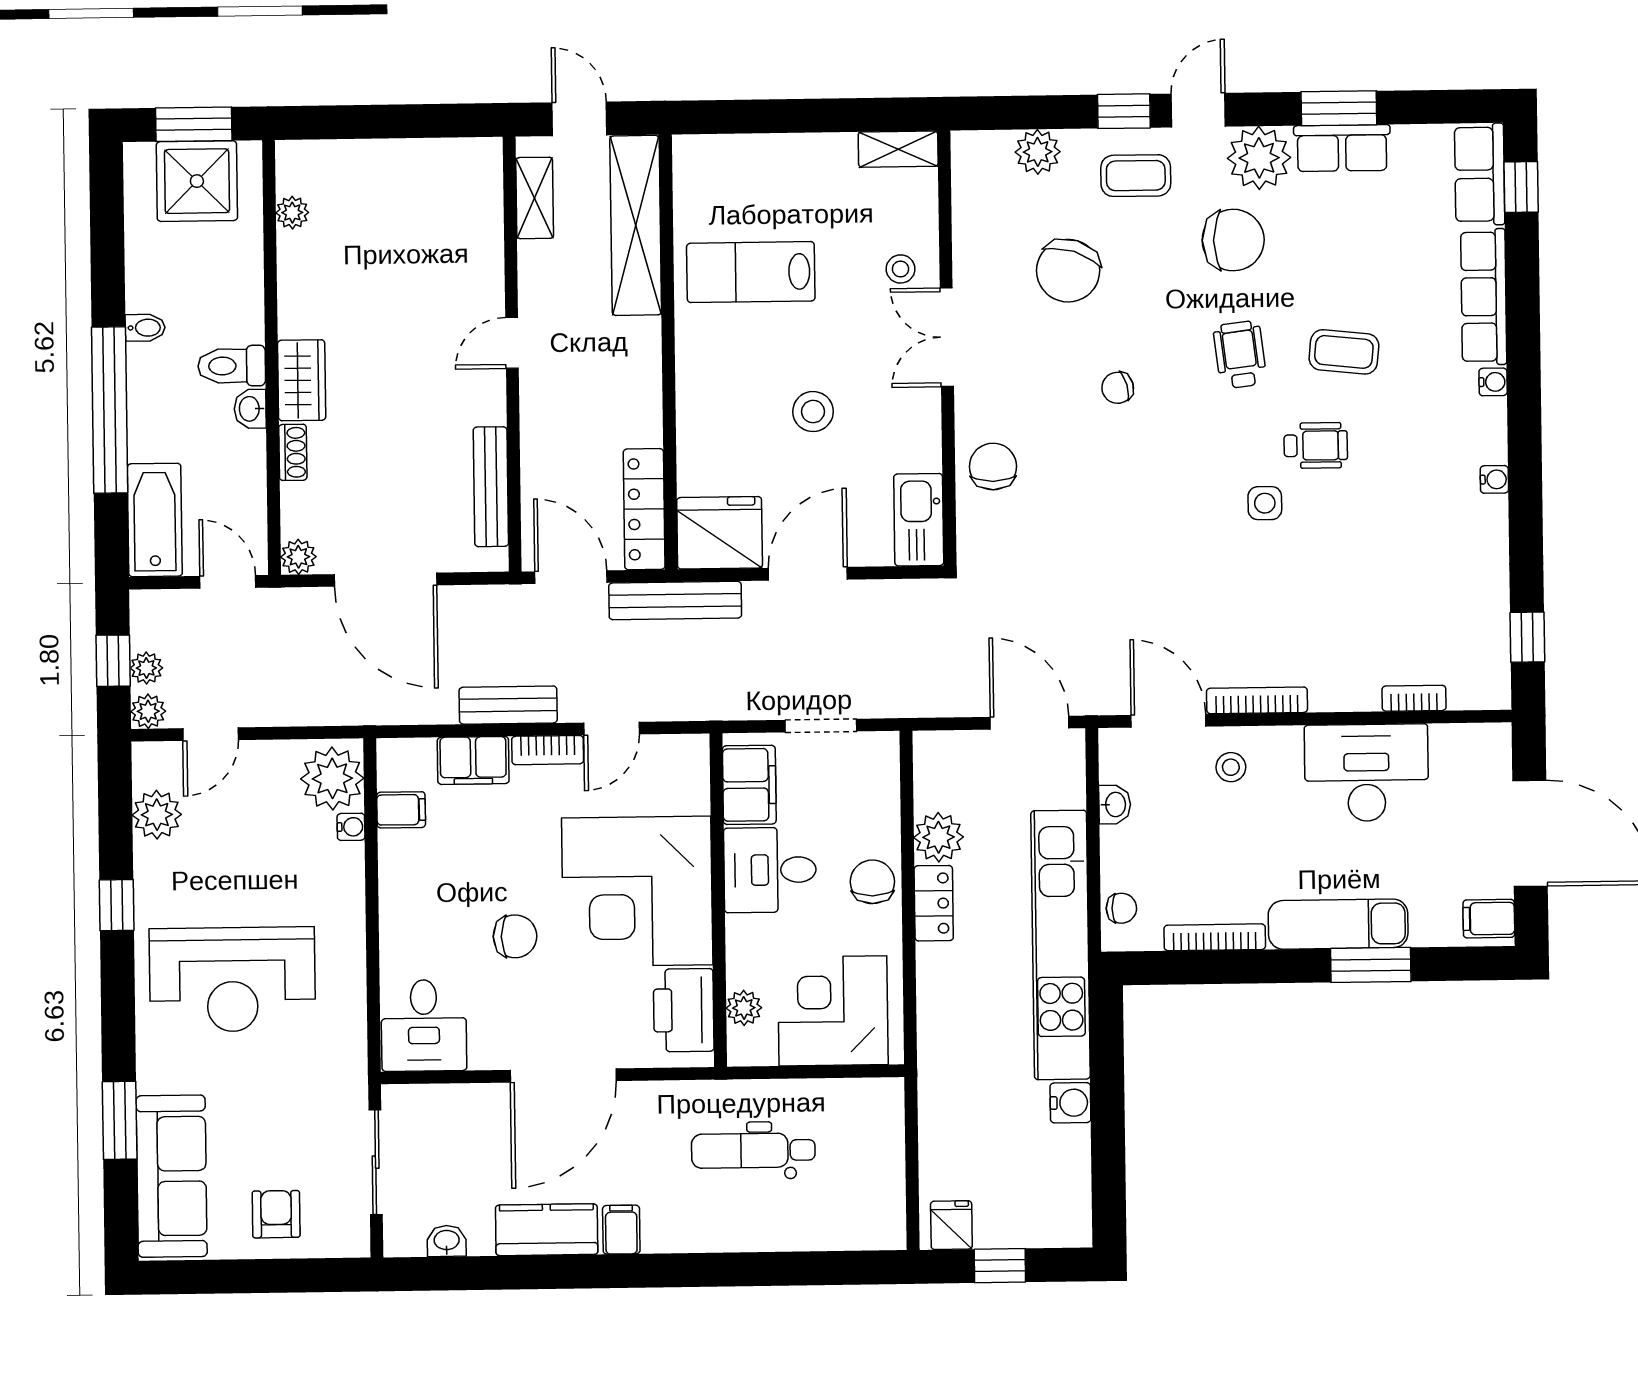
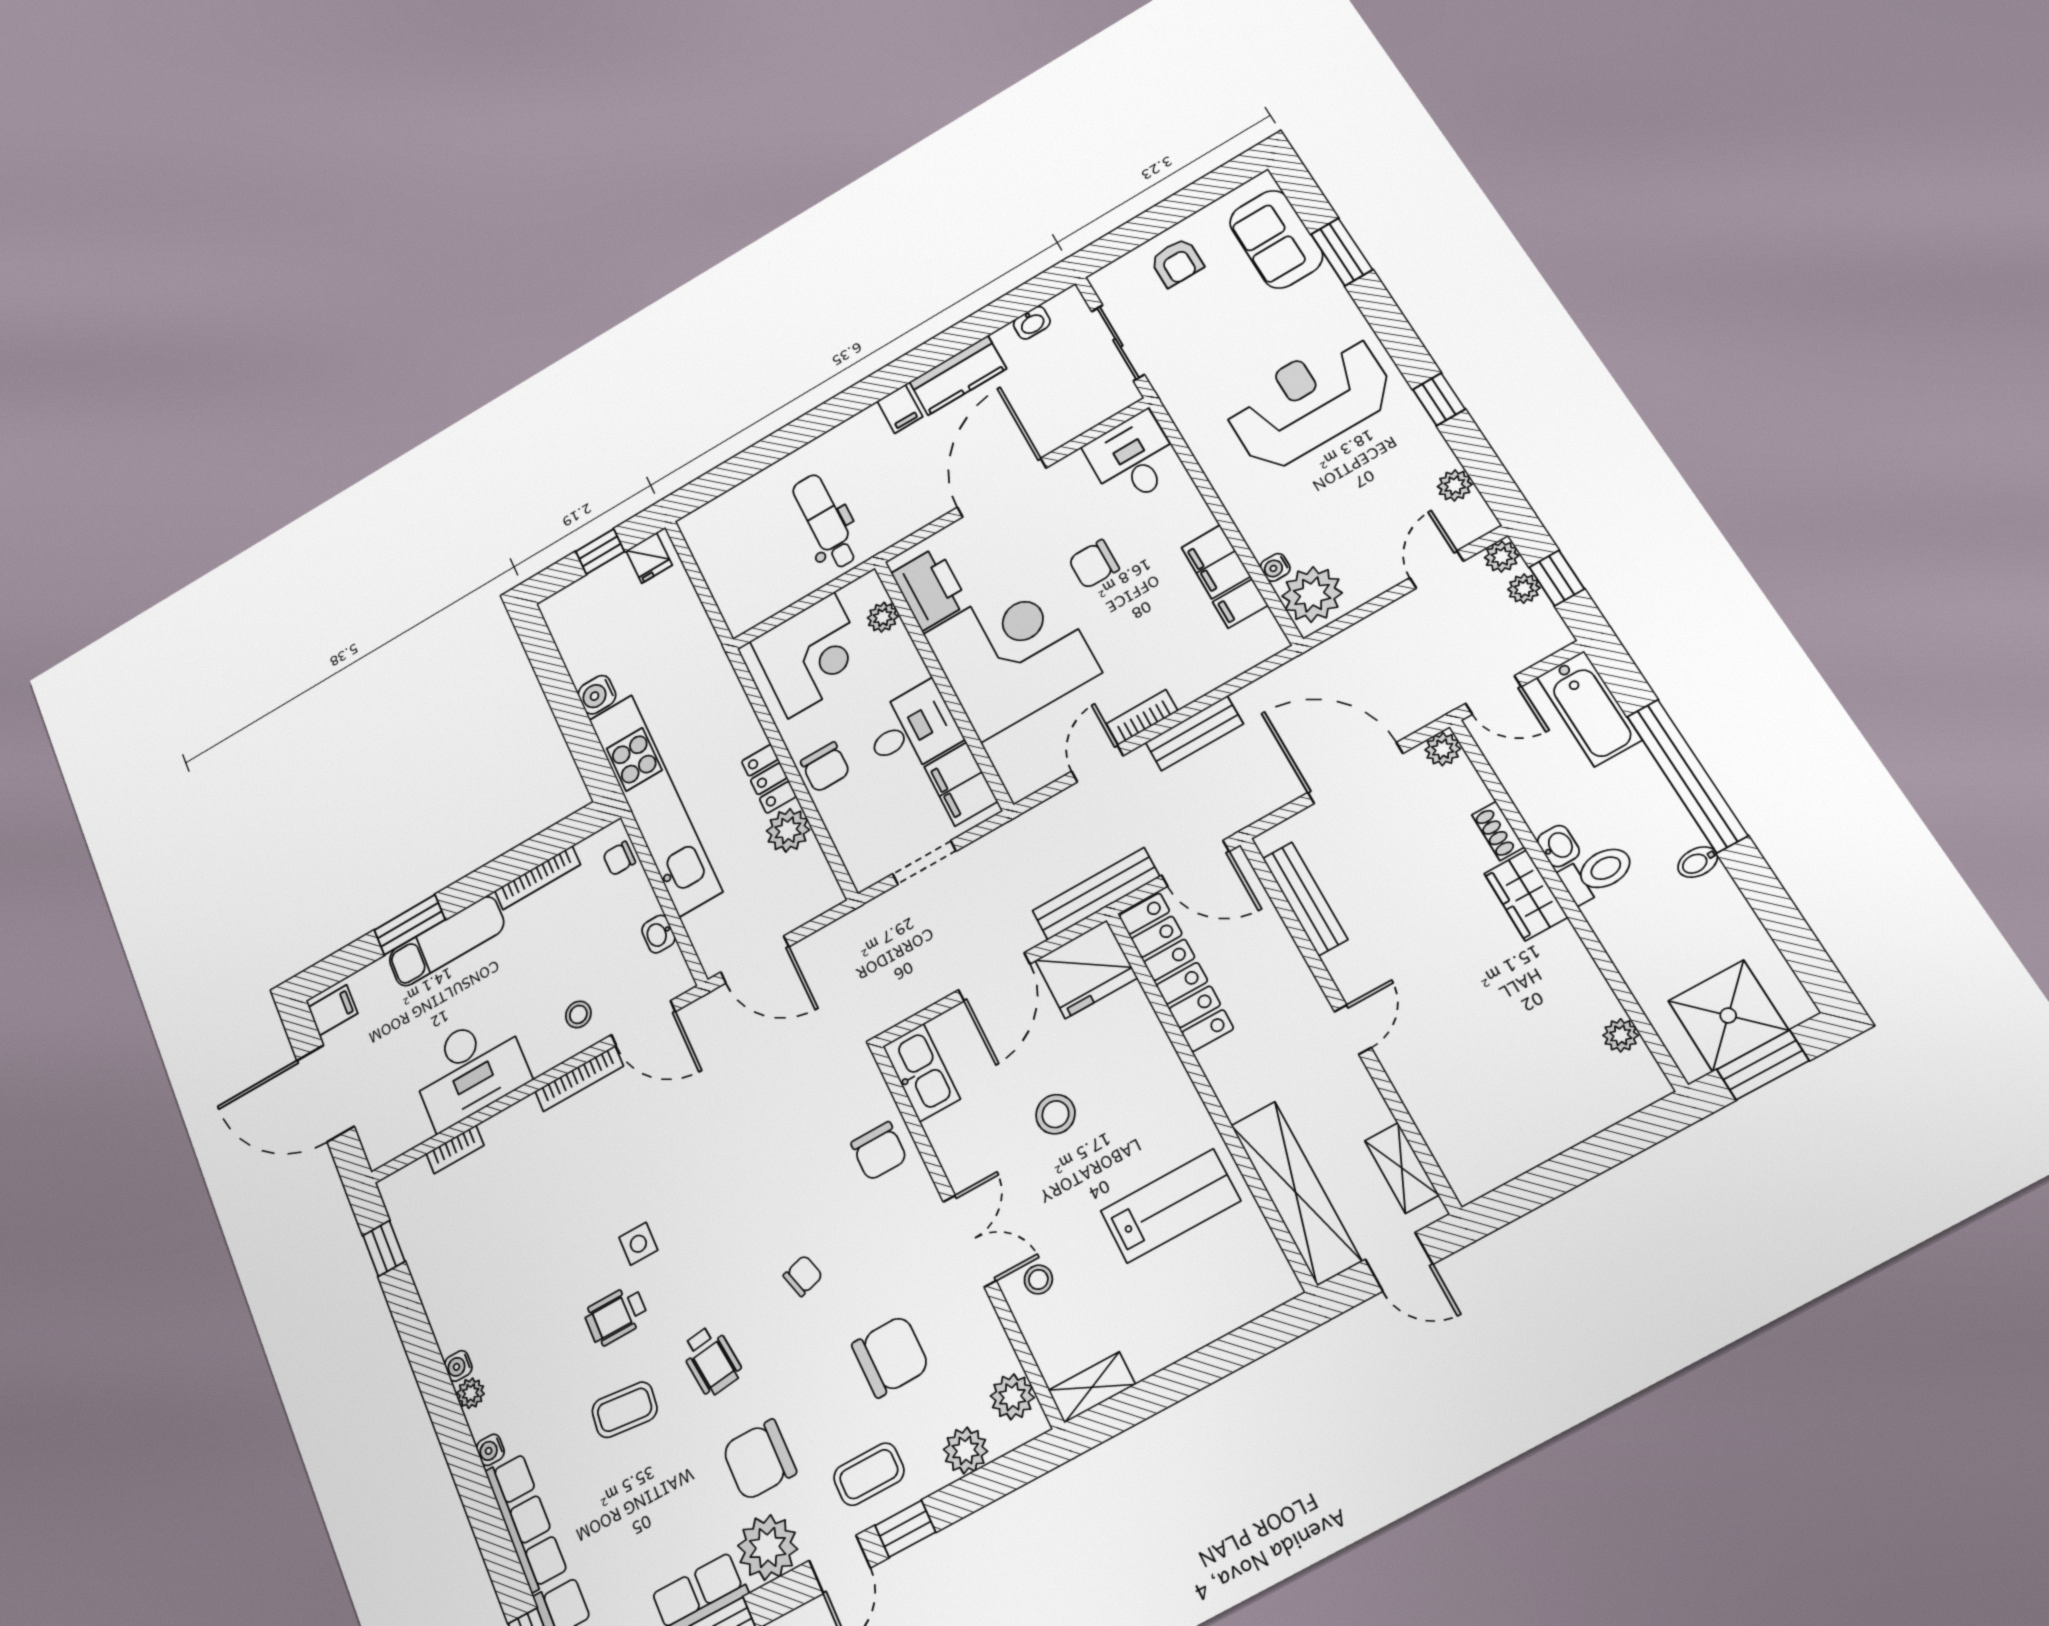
plant: (973, 177) -> (1012, 1397), added
chair: (1068, 271) -> (891, 1356), turned 71
plant: (1492, 446) -> (471, 1393), added
locker: (644, 509) -> (1176, 972), width x1.41, depth x1.21
filing cabinet: (473, 760) -> (1216, 562), moved, turned -90
plant: (157, 815) -> (1455, 485), width x0.73, depth x0.73
dental chair: (753, 1151) -> (825, 521), turned -90
sofa: (172, 1176) -> (1276, 239), width x0.73

